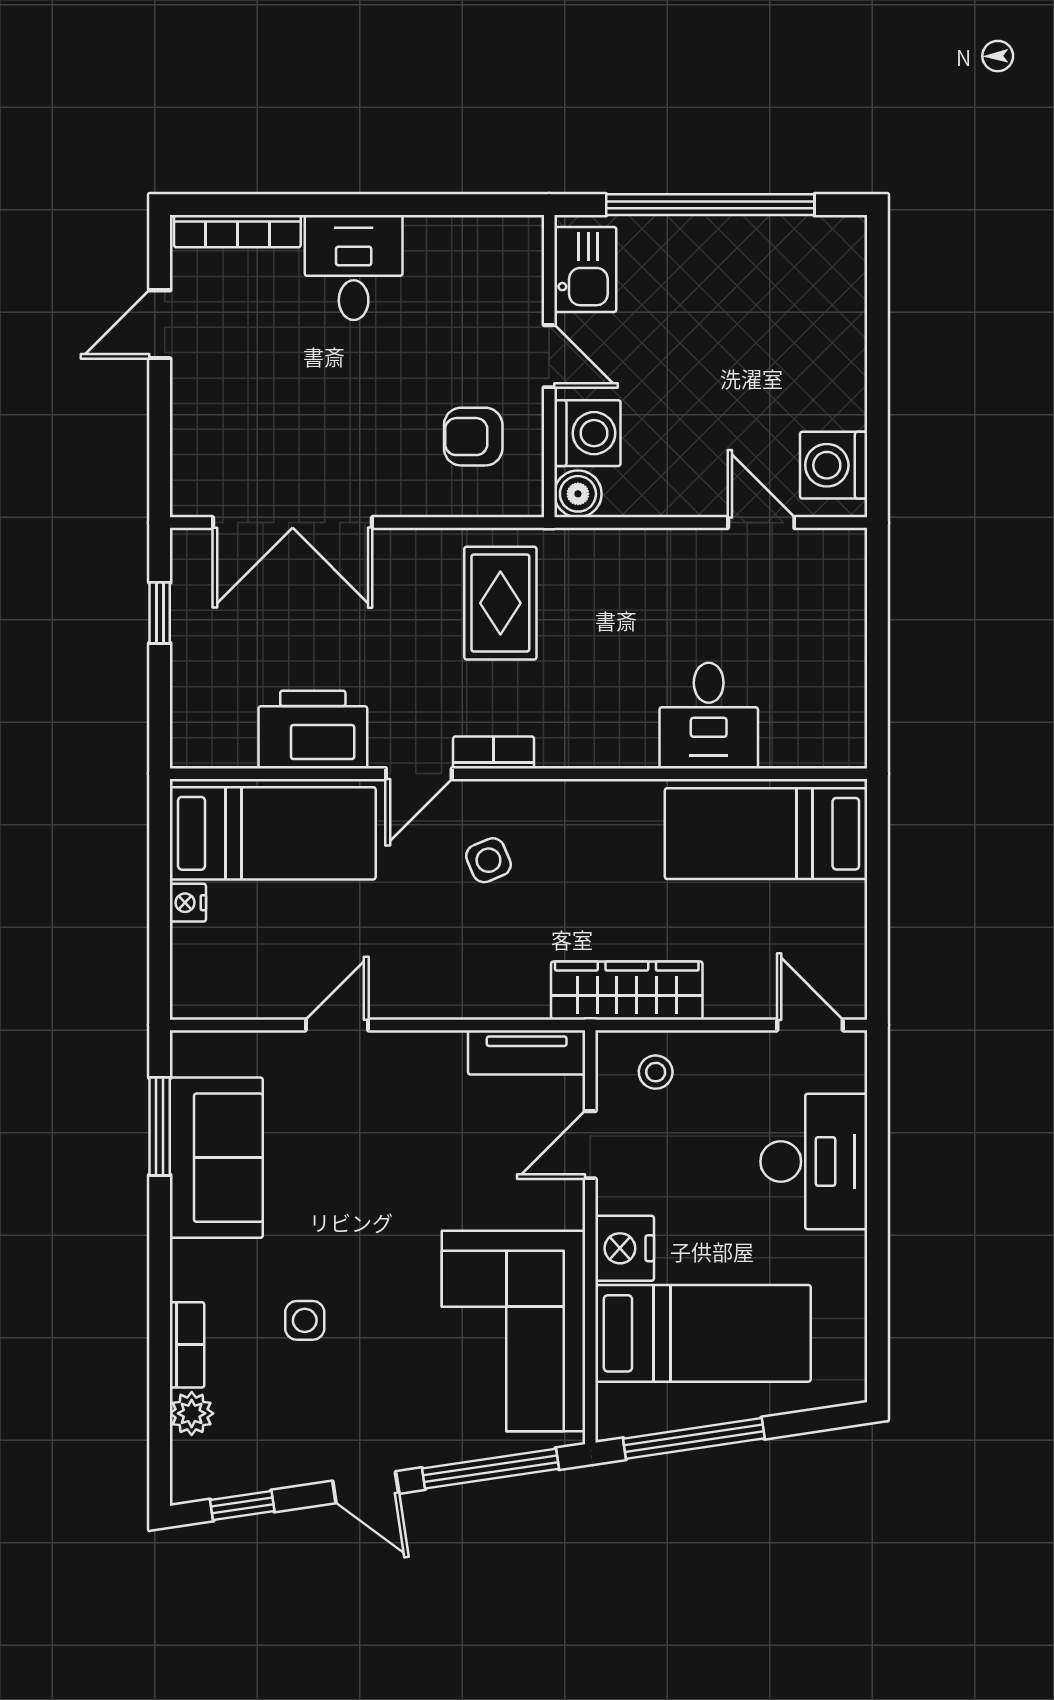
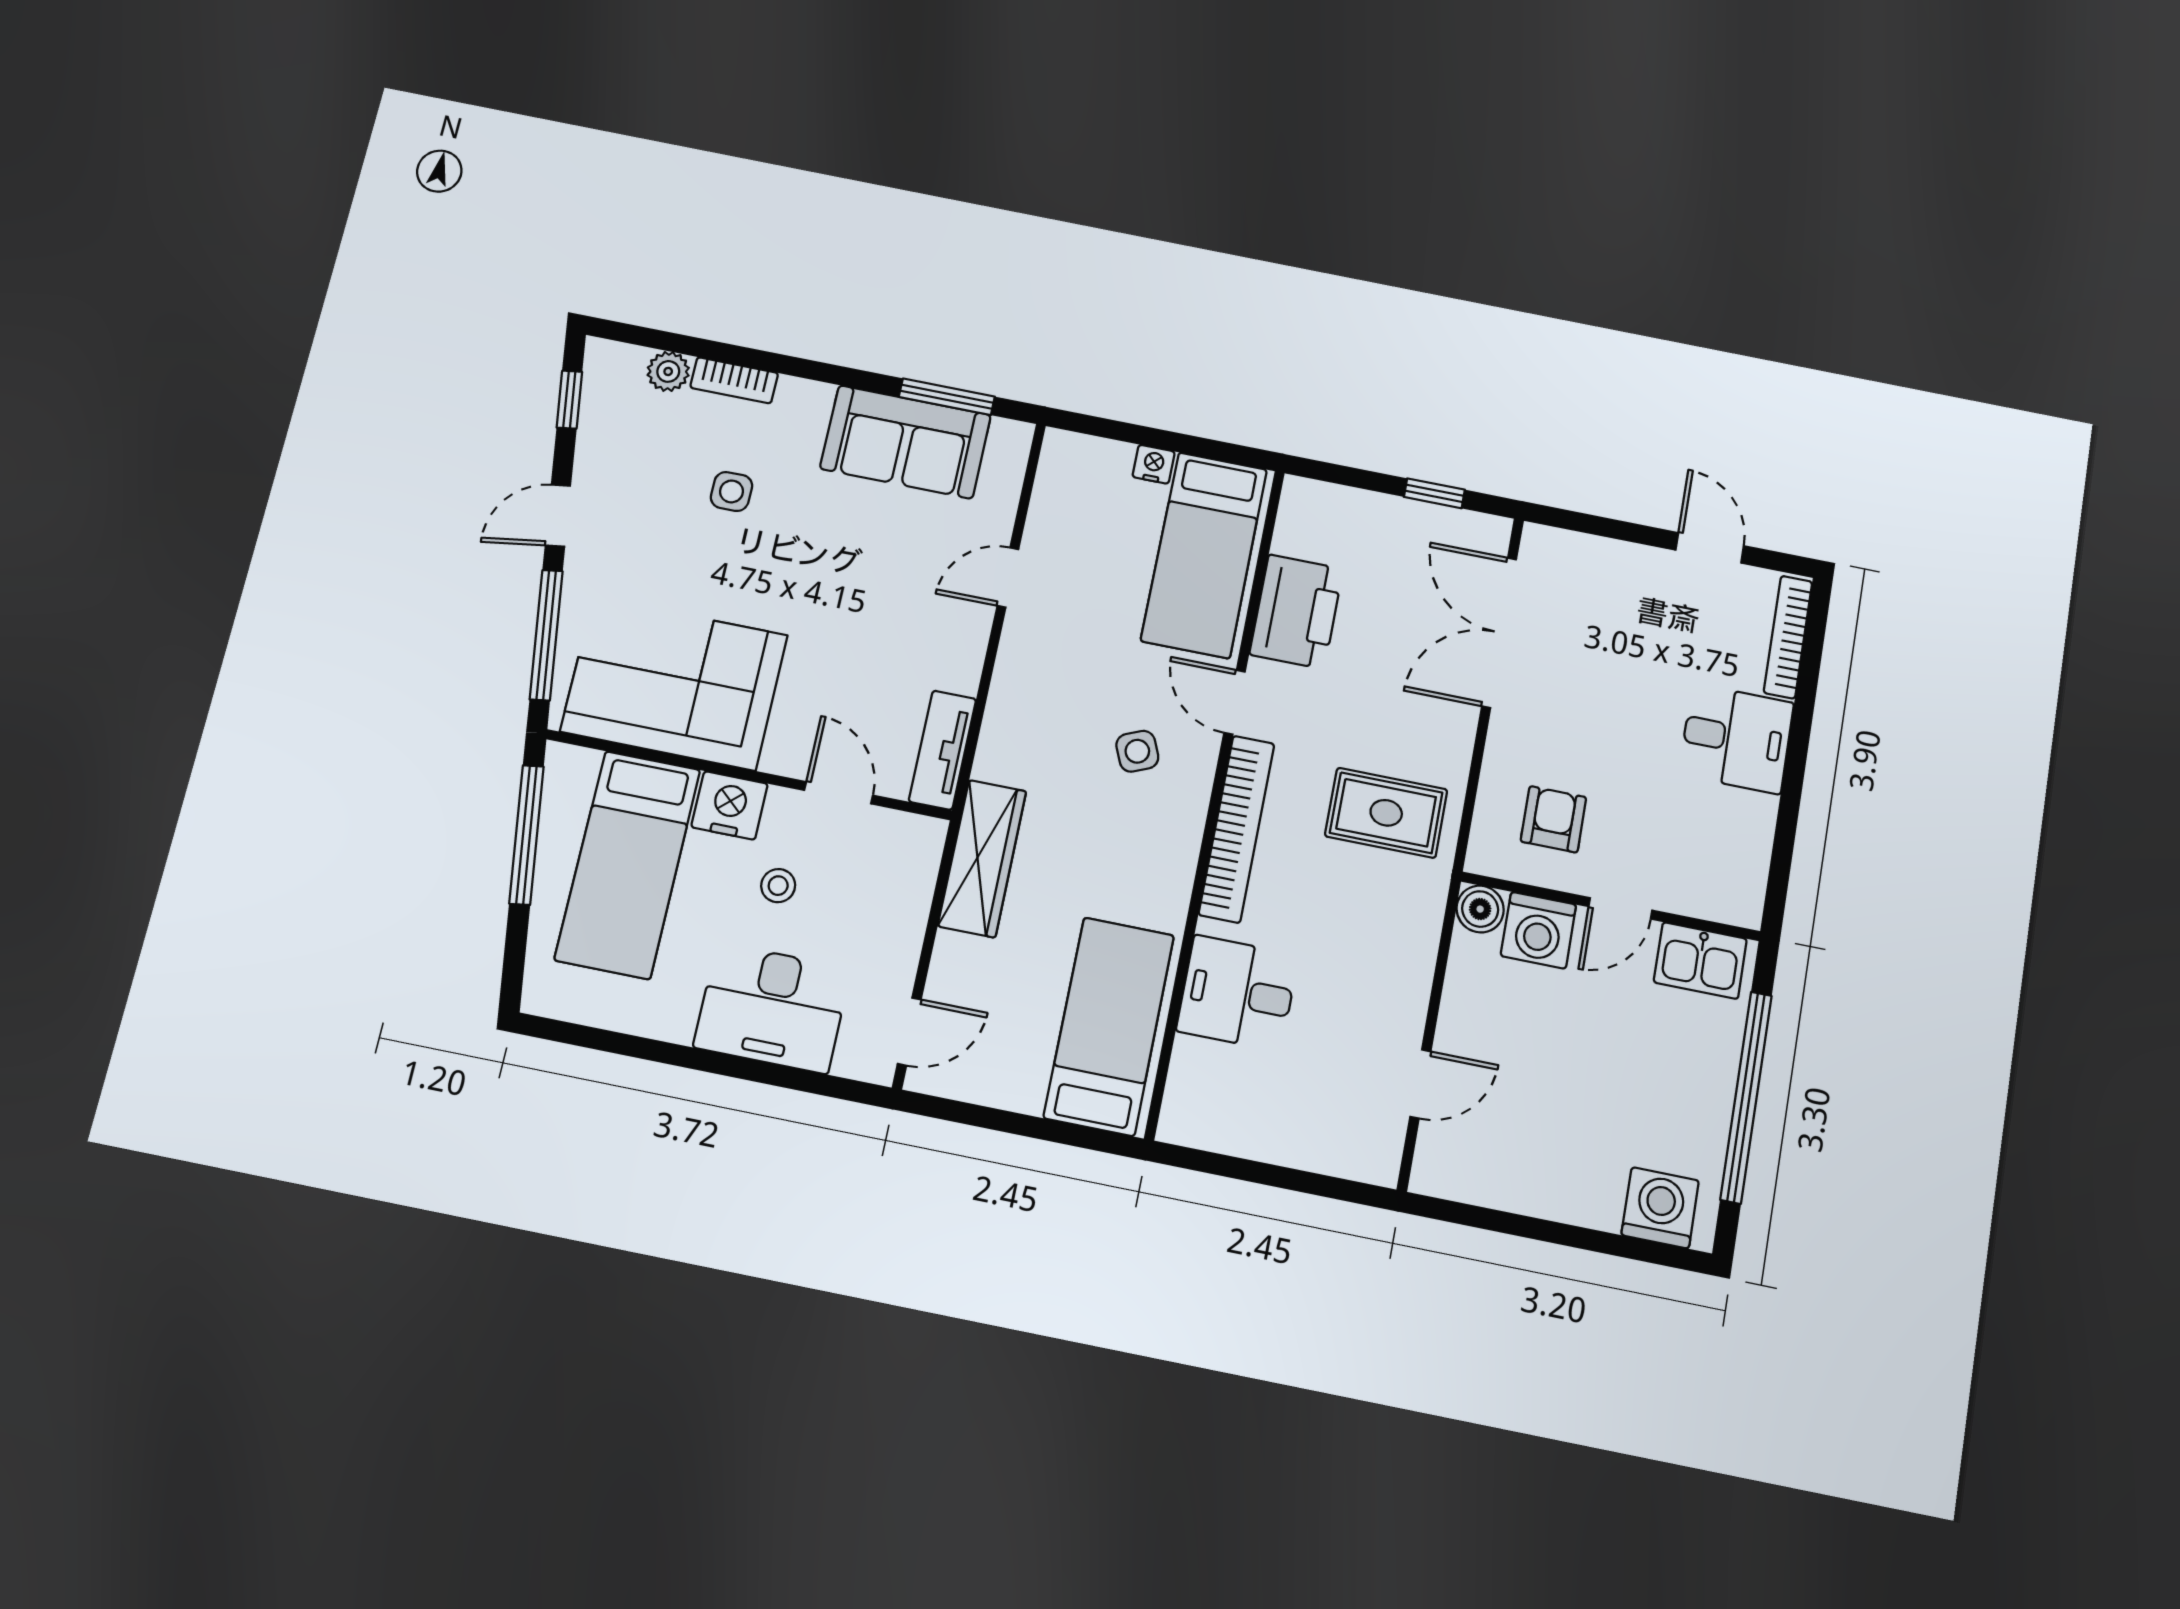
washing machine: (834, 465) -> (1660, 1208), moved
bookcase: (494, 752) -> (1237, 829), width x2.31, depth x1.31
door: (337, 1025) -> (1008, 577), swing flipped
stool: (656, 1072) -> (778, 886), moved

